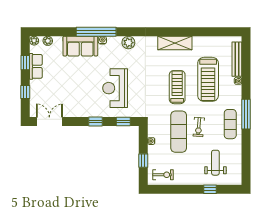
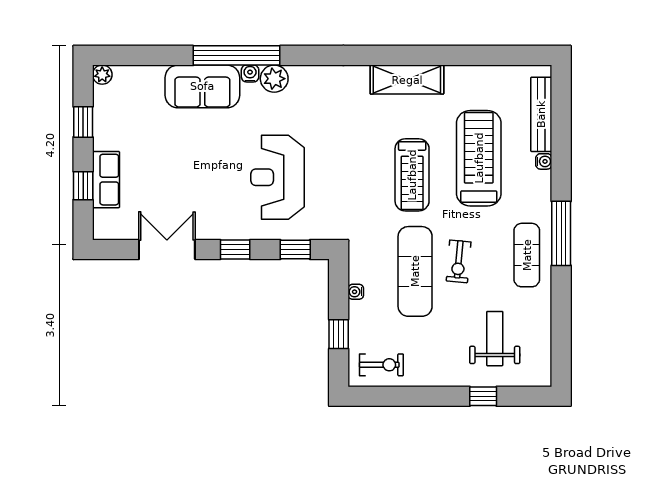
plant: (48, 41) -> (132, 75), removed
plant: (128, 43) -> (274, 79), moved
row of seats: (36, 66) -> (106, 180), moved
treadmill: (208, 79) -> (479, 158), turned 180
treadmill: (177, 87) -> (412, 175), turned 180
double door: (49, 122) -> (167, 250), moved

